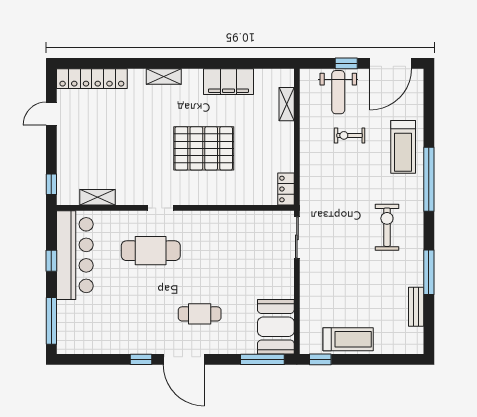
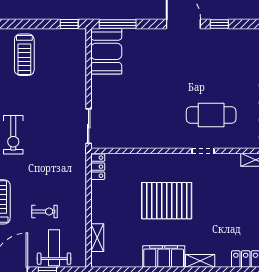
filing cabinet: (228, 82) -> (164, 257), moved
cafe table: (200, 314) -> (170, 62), removed
treadmill: (348, 339) -> (24, 55), moved, turned -90

